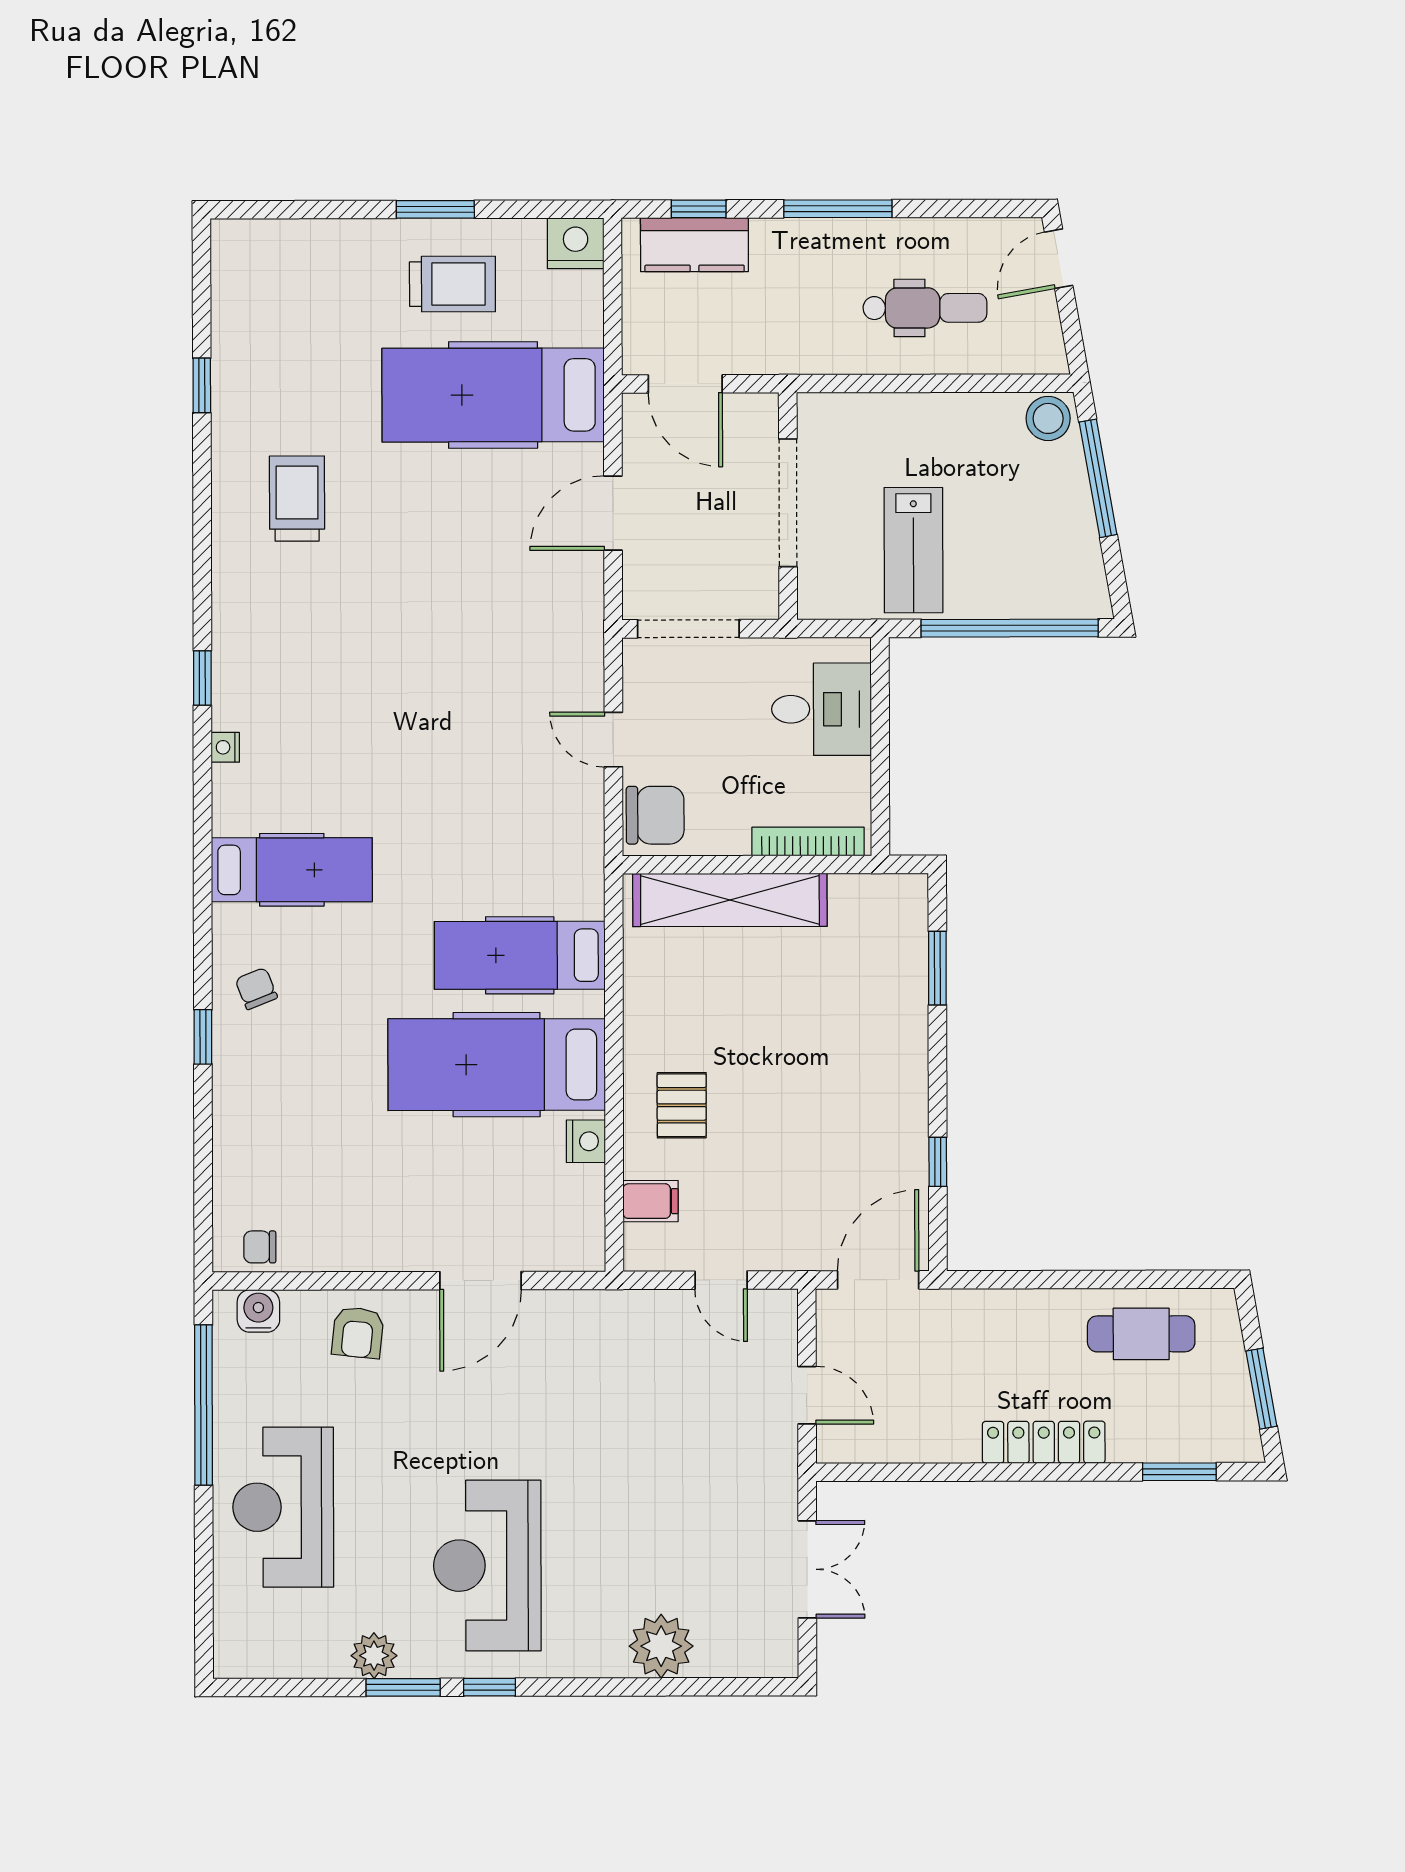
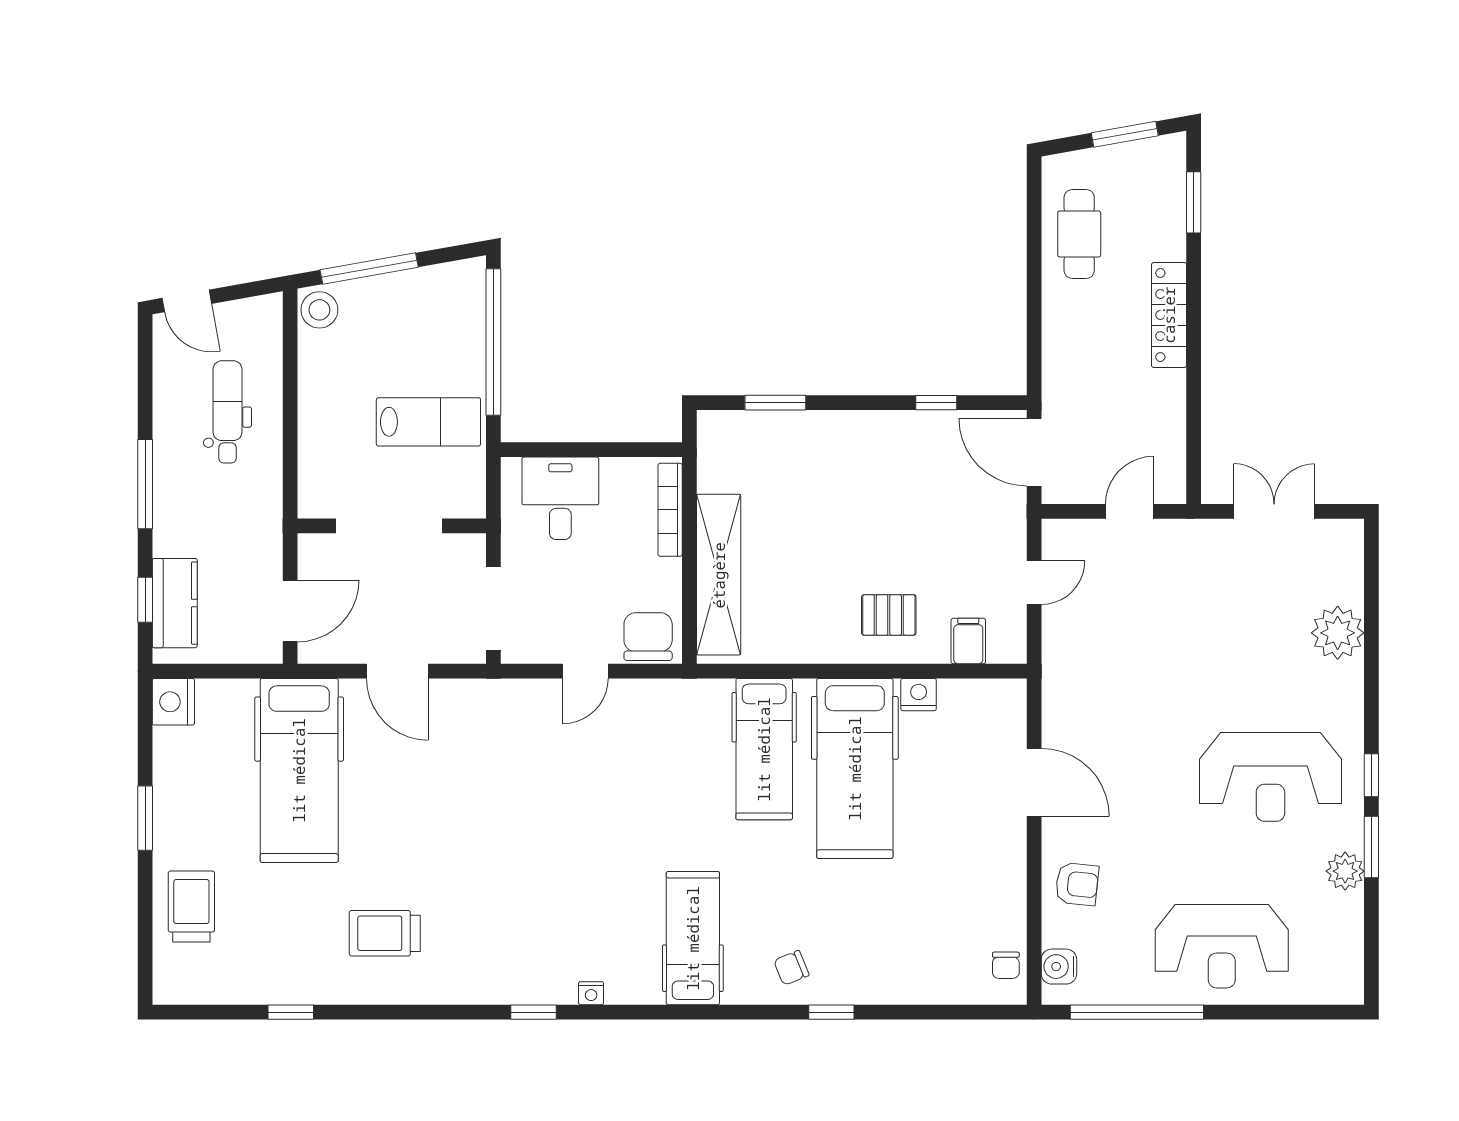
trolley: (452, 284) -> (191, 907), moved

